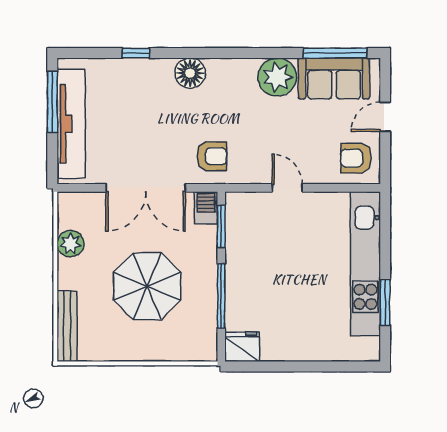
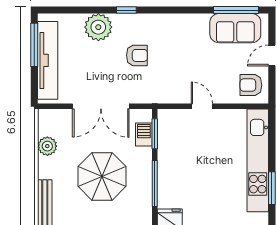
window: (136, 53) -> (126, 10), moved
floor lamp: (190, 73) -> (133, 24), removed
plant: (277, 77) -> (98, 27), moved
armchair: (212, 156) -> (137, 55), moved
barbecue: (206, 208) -> (144, 135), moved

